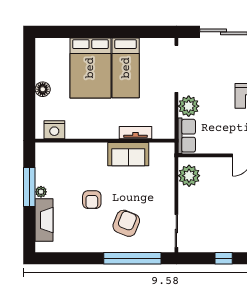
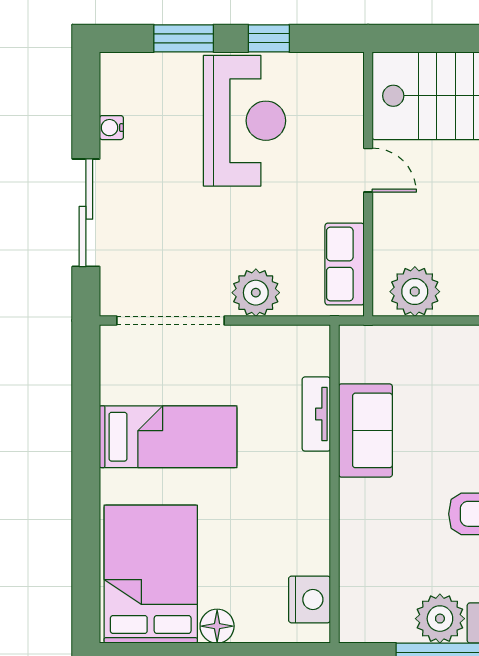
bed: (90, 68) -> (151, 574), moved, turned -90
row of seats: (187, 136) -> (345, 264), moved, turned -90
plant: (41, 192) -> (440, 619), width x1.87, depth x1.87

